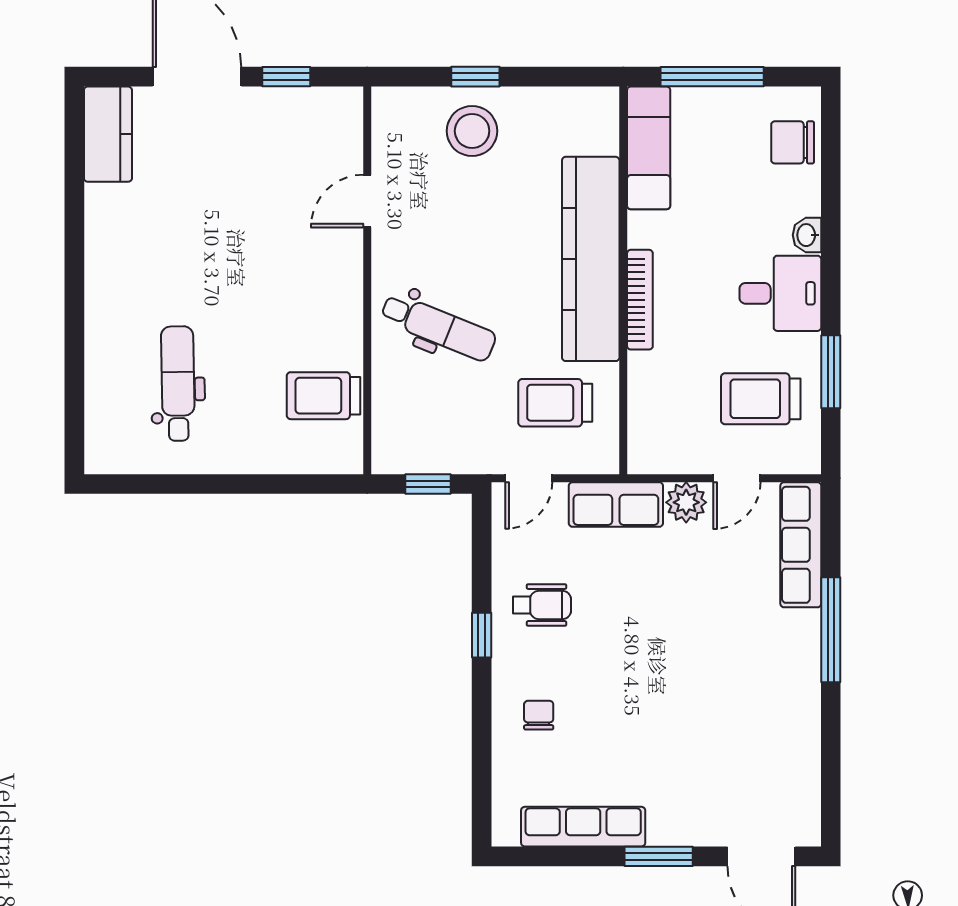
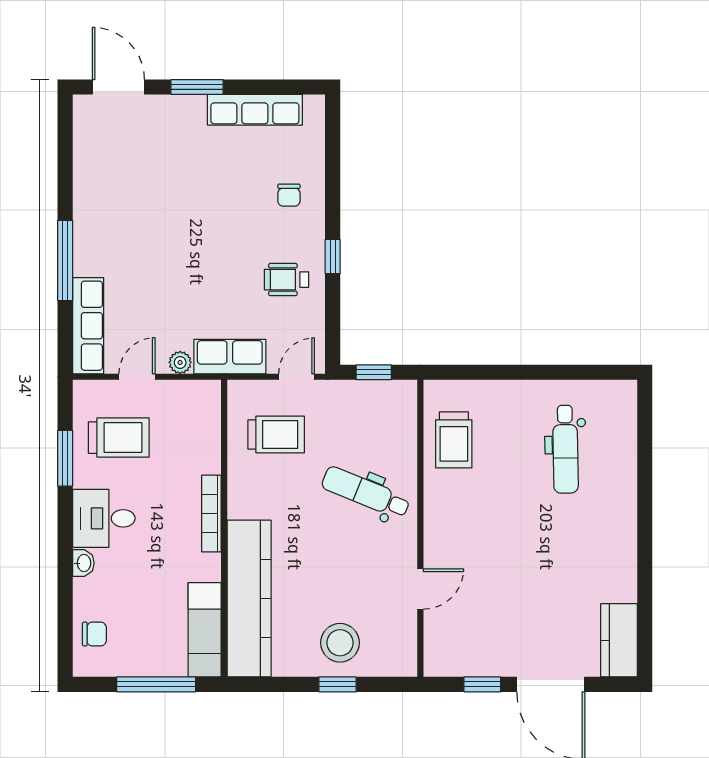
chair: (793, 142) -> (94, 634), width x0.73, depth x0.73
kitchen counter: (591, 259) -> (249, 599), moved
trolley: (323, 396) -> (454, 440), turned 90
plant: (686, 502) -> (180, 362), width x0.73, depth x0.73

